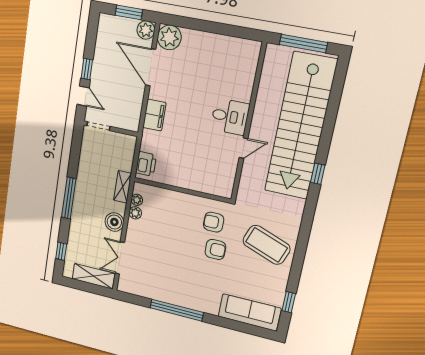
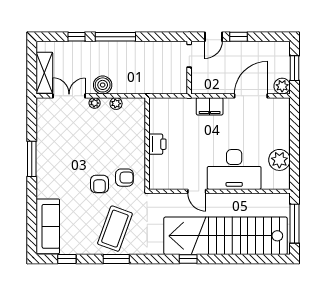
plant: (169, 37) -> (279, 160), moved
desk: (230, 117) -> (234, 169), width x1.87, depth x1.30
printer: (146, 164) -> (157, 144), moved, turned -90
shelving: (123, 187) -> (138, 87), removed
plant: (137, 200) -> (95, 103), moved
armchair: (214, 222) -> (124, 178), turned 90
window: (61, 251) -> (76, 37), moved
window: (300, 251) -> (116, 259), added
window: (177, 310) -> (32, 159), width x0.68

